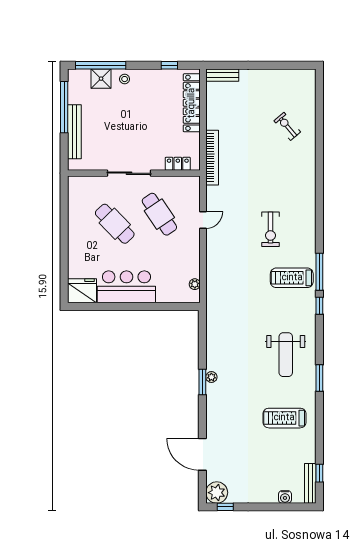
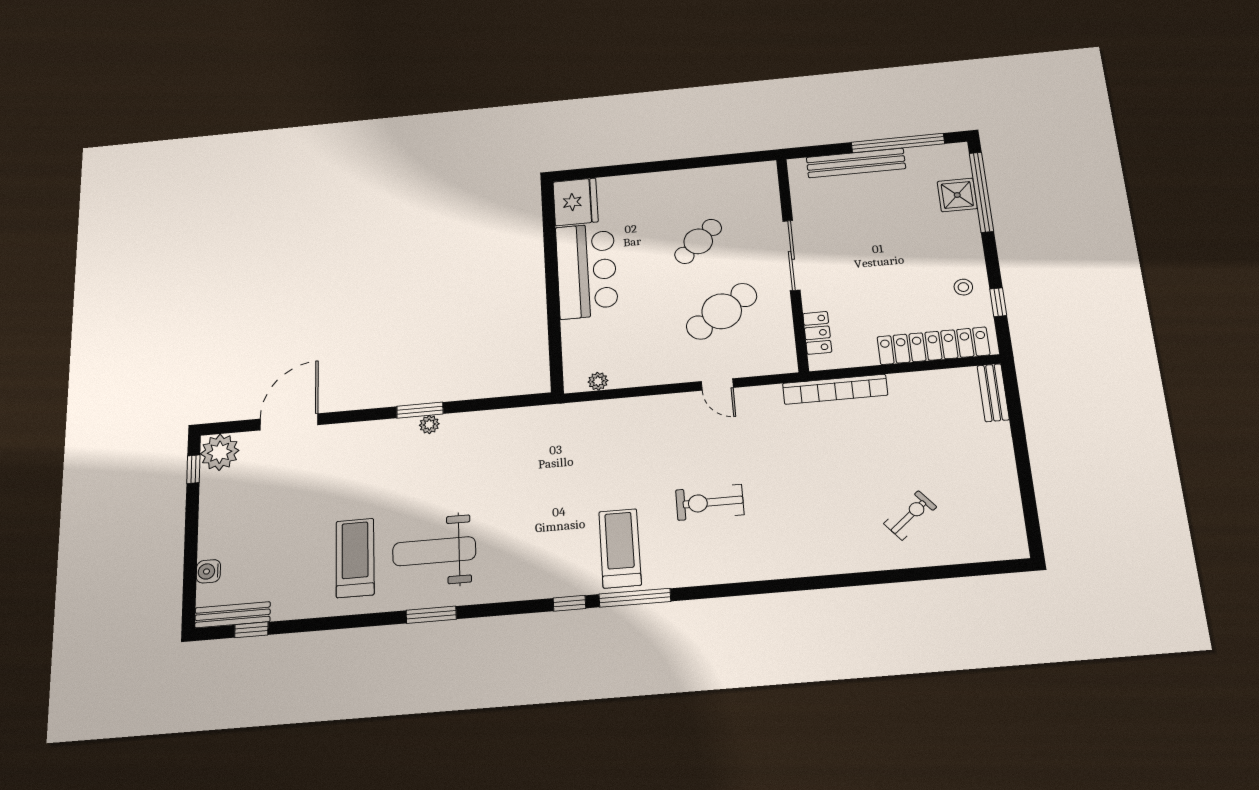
stool: (125, 79) -> (963, 287), moved
cafe table: (115, 224) -> (698, 241), width x0.73, depth x0.74
weight bench: (286, 355) -> (434, 551), moved

